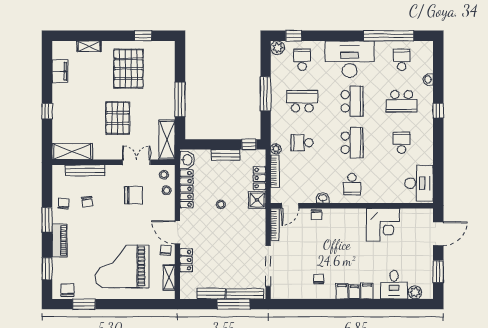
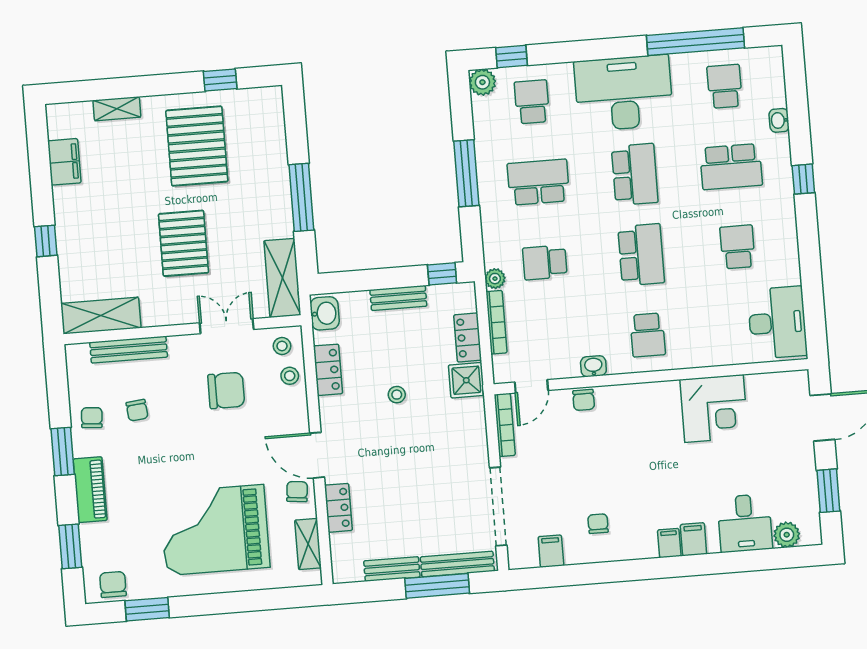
locker: (187, 189) -> (328, 370), width x0.66
filing cabinet: (342, 291) -> (551, 551), moved

